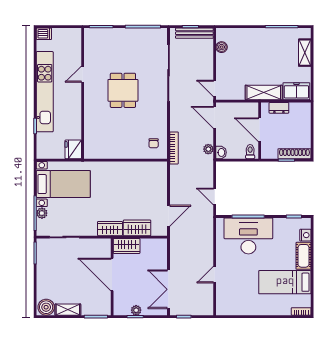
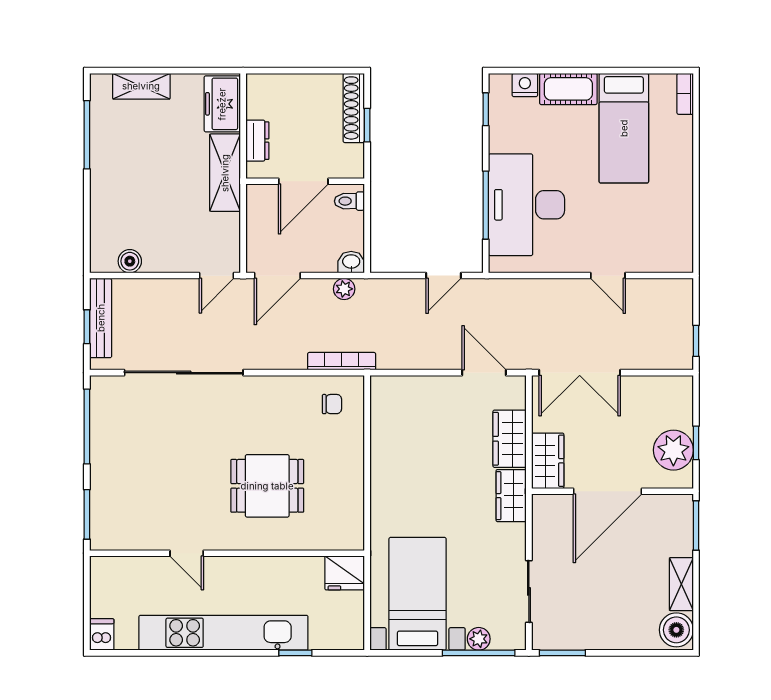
dining table: (123, 90) -> (267, 486), moved
double door: (169, 289) -> (580, 373), moved
plant: (136, 310) -> (673, 450), width x1.88, depth x1.88

